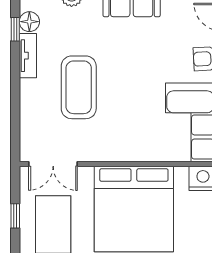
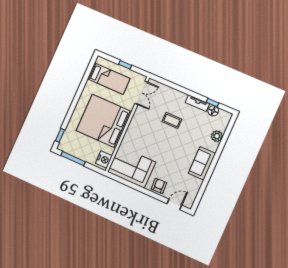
coffee table: (79, 87) -> (172, 120), width x0.54, depth x0.58
double door: (53, 164) -> (141, 93), swing flipped

